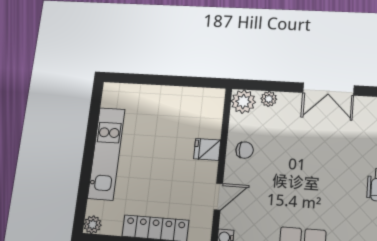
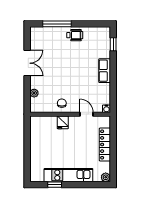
plant: (243, 102) -> (36, 106), removed
window: (92, 126) -> (55, 185), added

